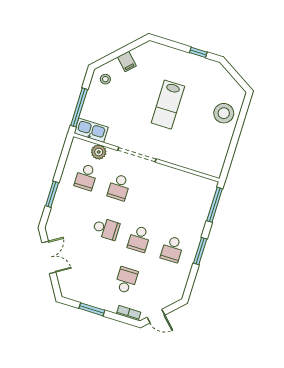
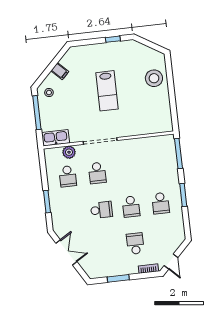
window: (79, 107) -> (37, 113), moved
door: (156, 316) -> (171, 262), hinge flipped

